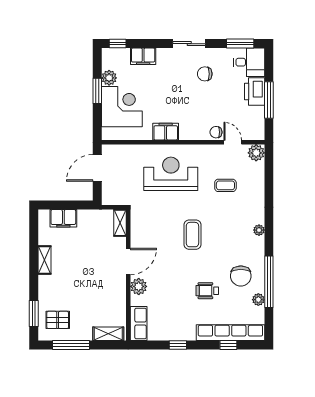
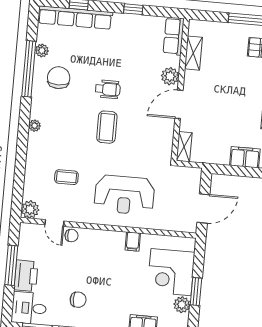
filing cabinet: (166, 132) -> (133, 242), width x0.50
wheelchair: (207, 291) -> (108, 89), moved
shelving: (108, 334) -> (193, 53), moved, turned 90

